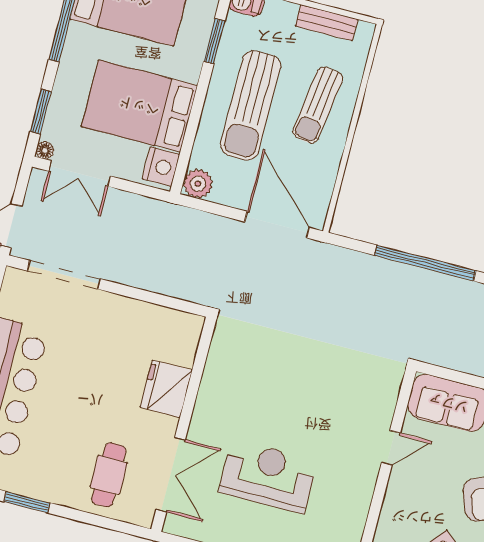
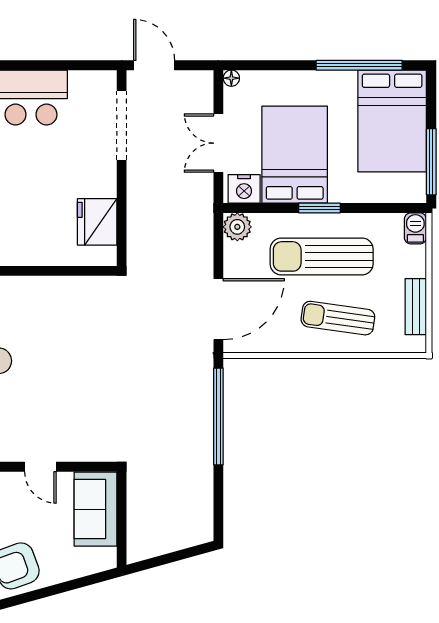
window: (214, 41) -> (319, 208), moved
window: (41, 112) -> (266, 65), removed
double door: (80, 174) -> (218, 143), moved
window: (425, 263) -> (218, 416), moved
fridge: (166, 389) -> (97, 222), moved, turned -90

